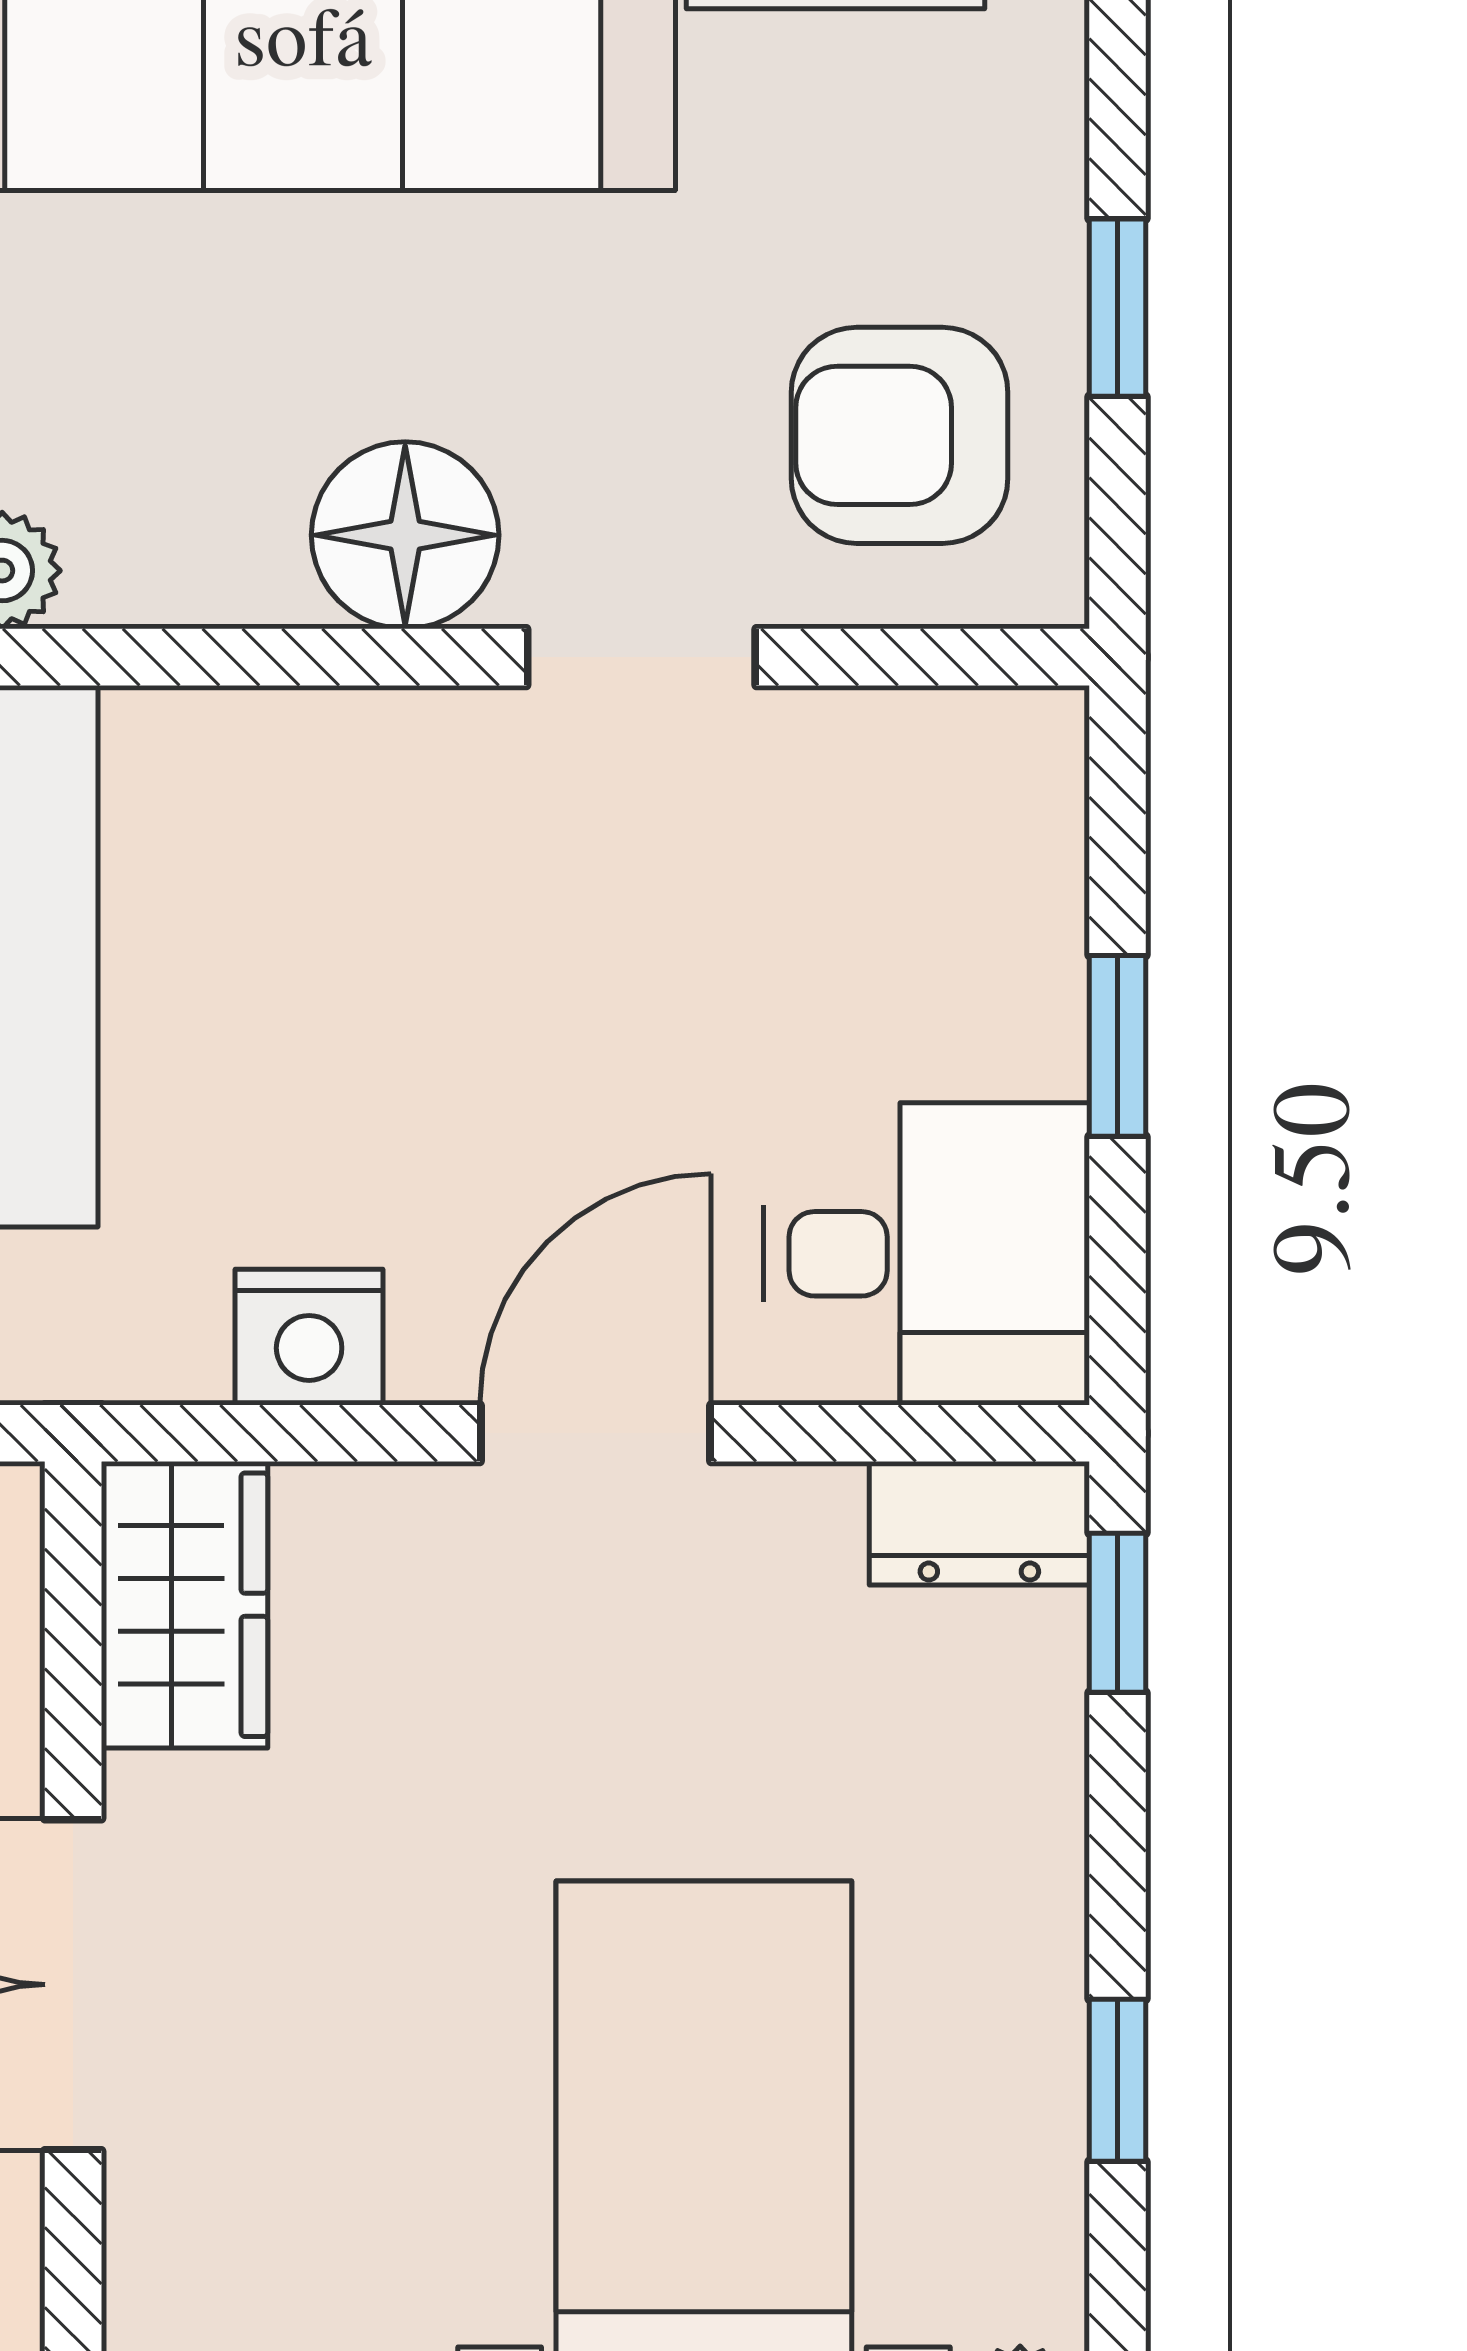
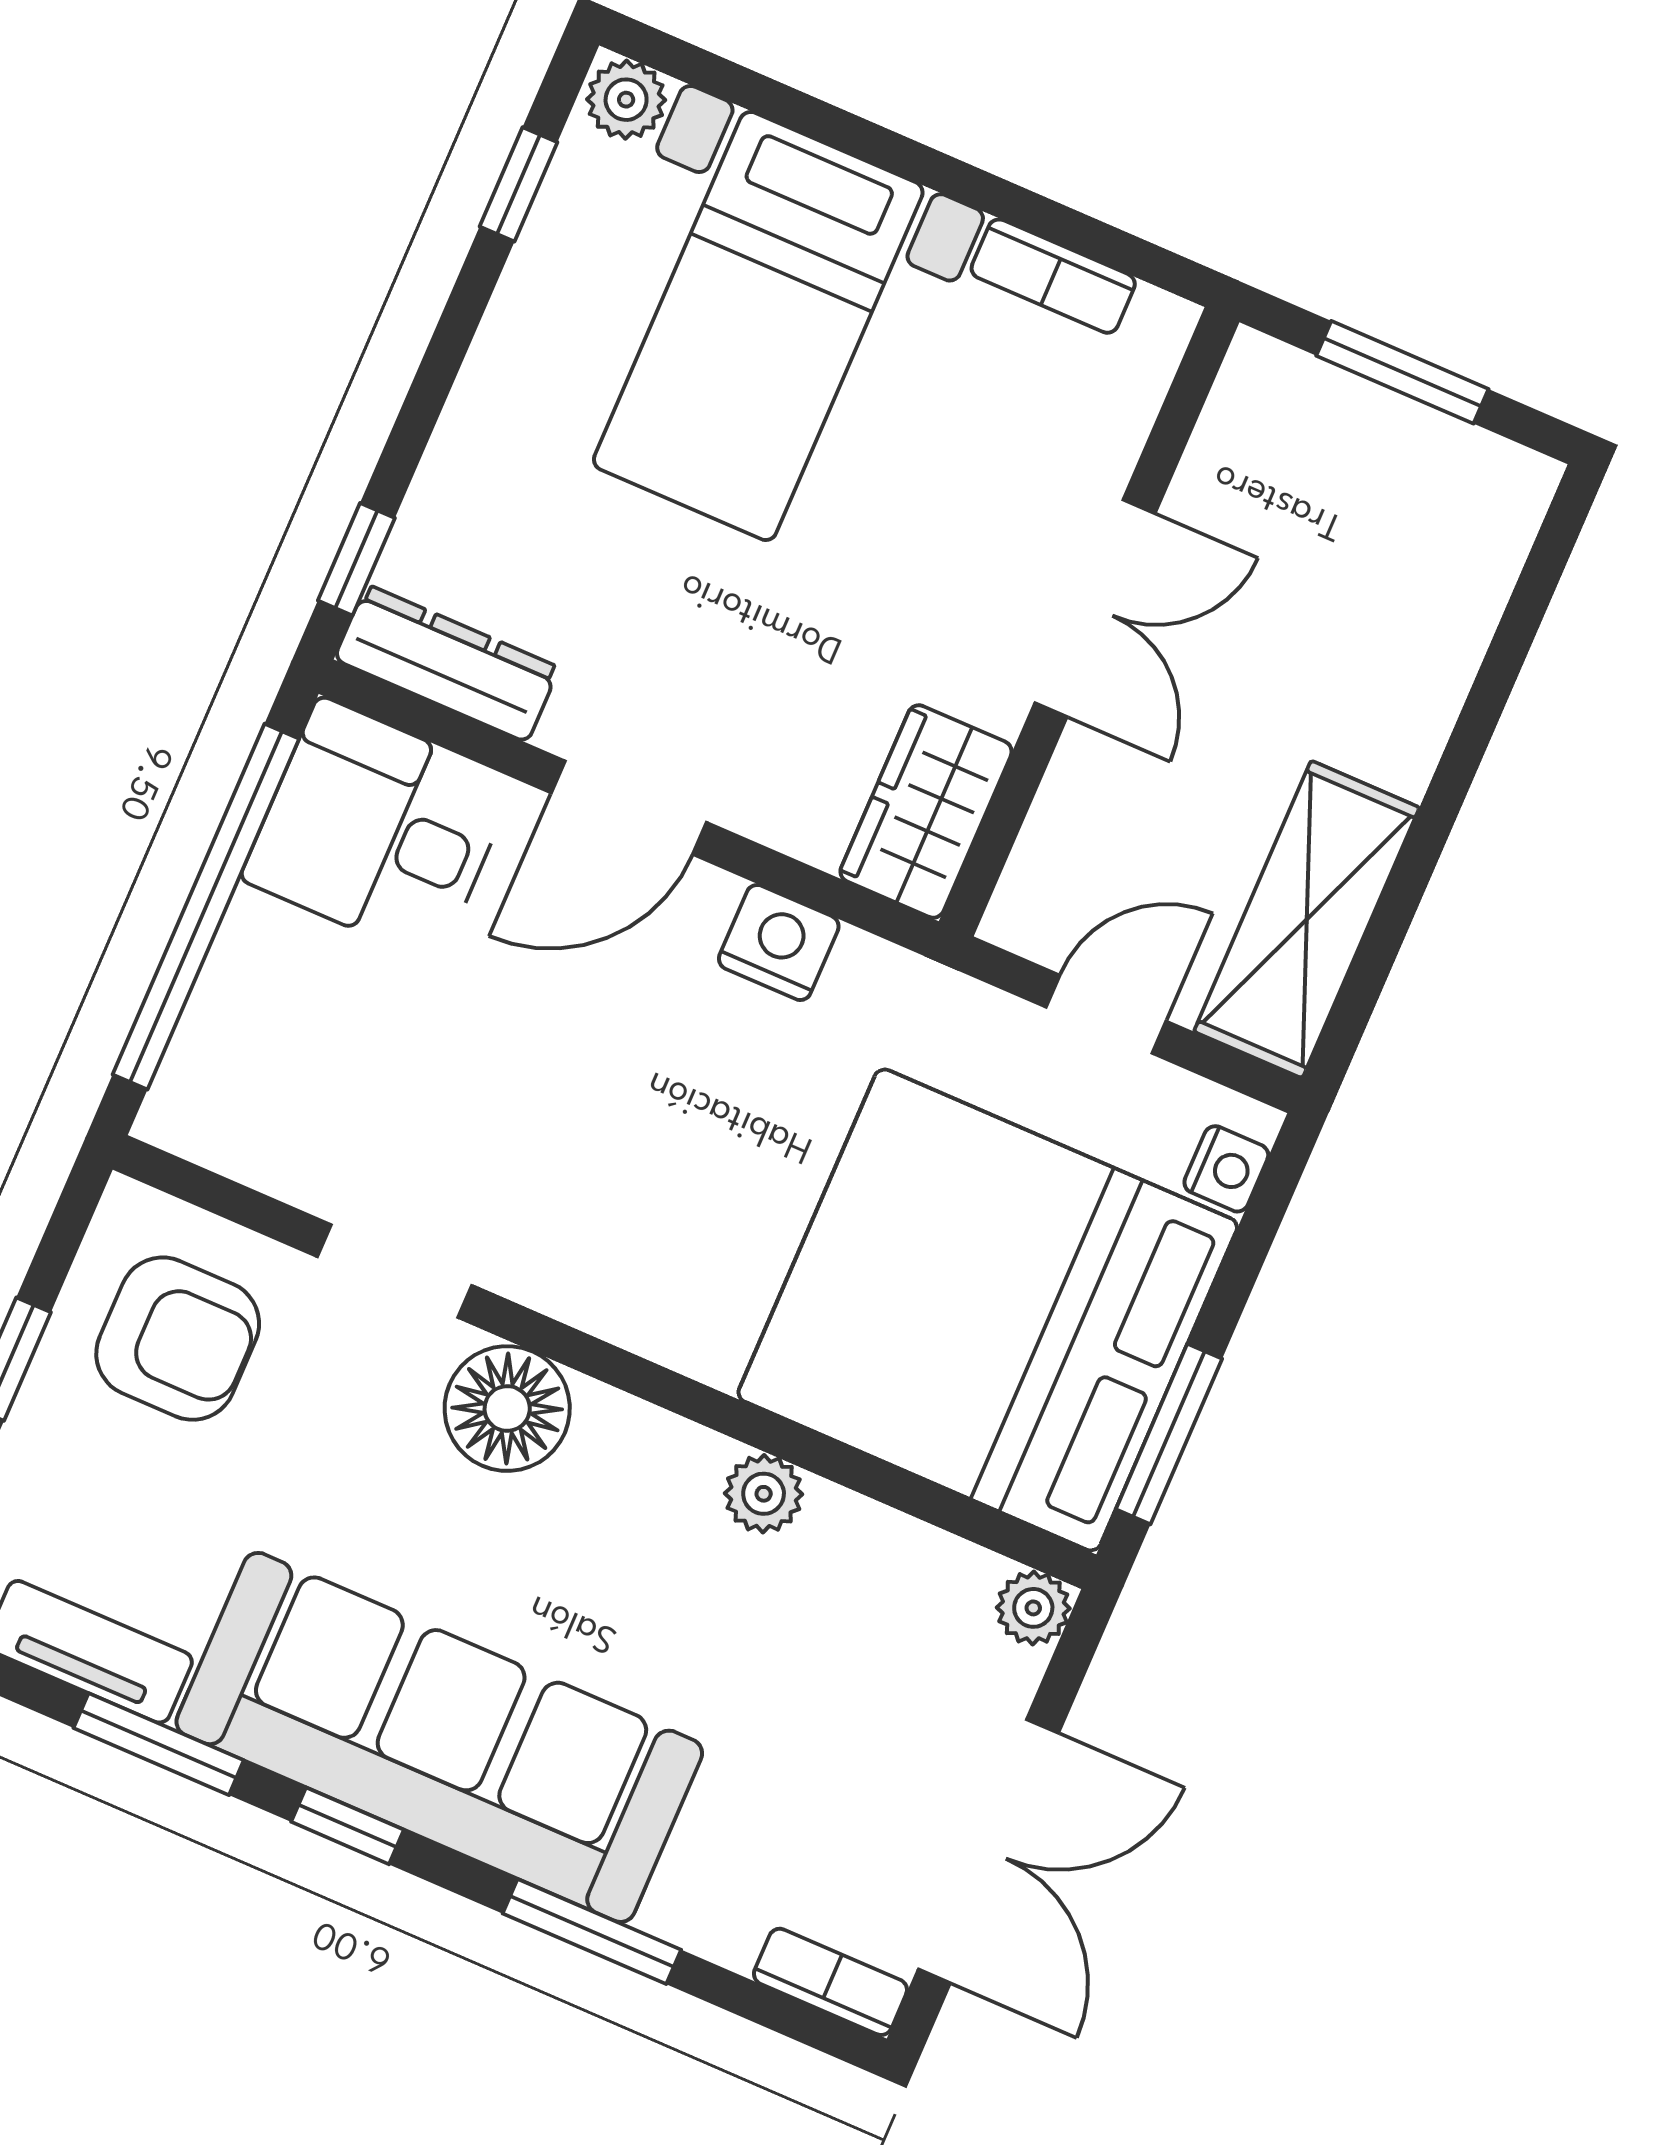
window: (1117, 1046) -> (206, 907), width x3.17
dresser: (979, 1523) -> (447, 663), width x1.44
window: (1117, 2080) -> (519, 184), moved

